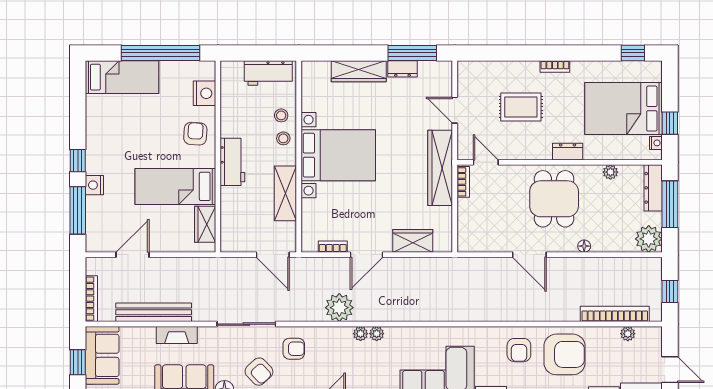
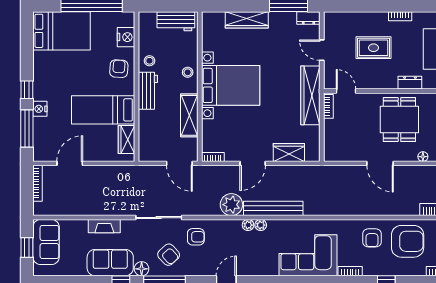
dresser: (402, 69) -> (308, 18), moved
bed: (122, 77) -> (61, 31), width x1.50
stool: (281, 115) -> (149, 61), moved
bookcase: (333, 247) -> (213, 157), moved
bookcase: (91, 299) -> (38, 183), moved
bench: (154, 312) -> (273, 208), moved

